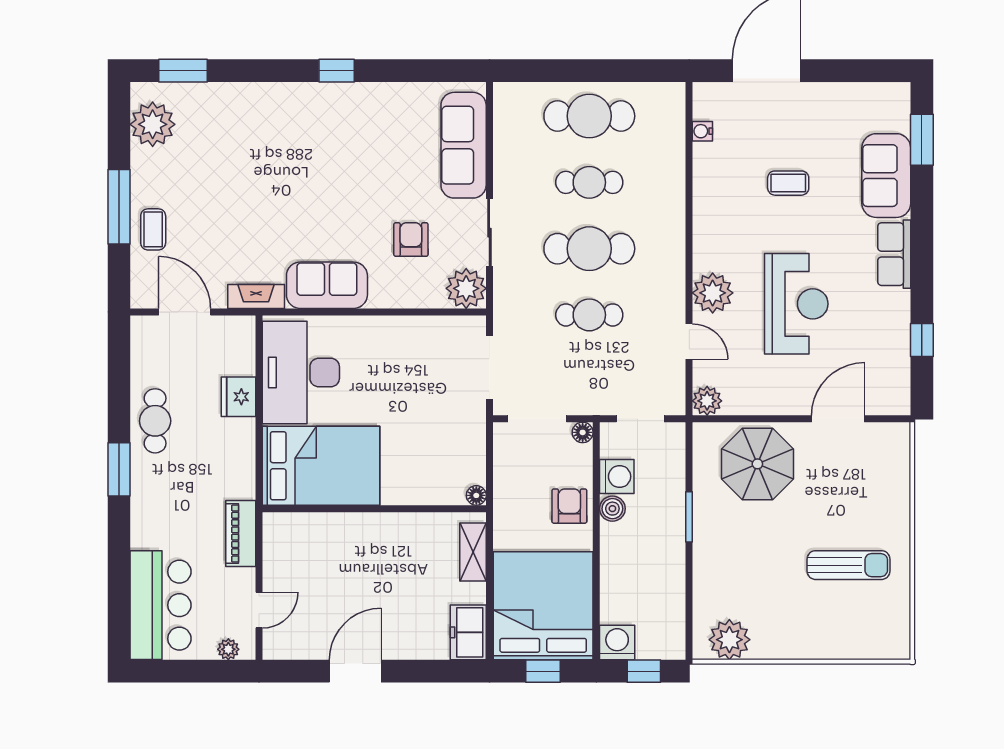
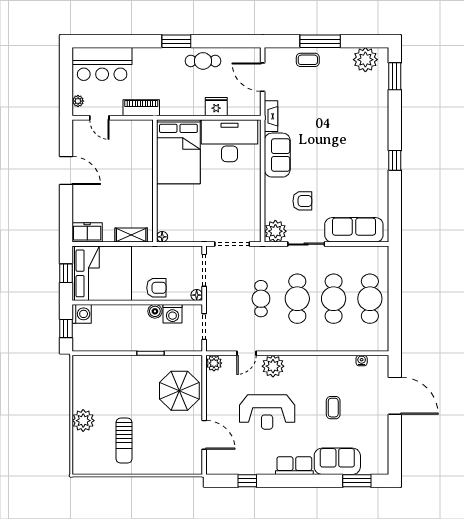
cafe table: (589, 182) -> (334, 299), width x1.37, depth x1.35
door: (185, 312) -> (263, 77), swing flipped
plant: (729, 640) -> (83, 421), moved

